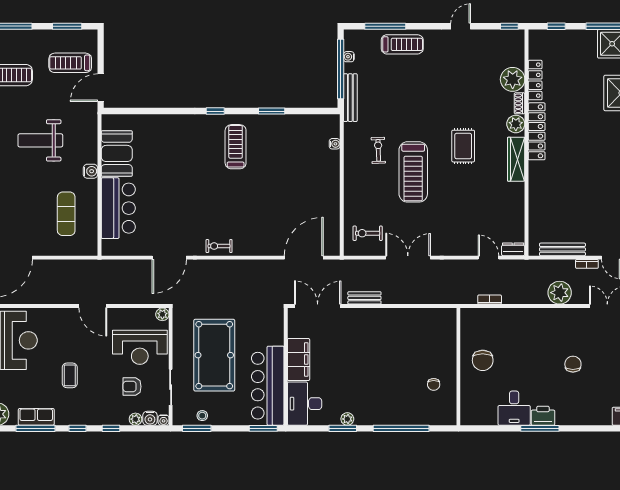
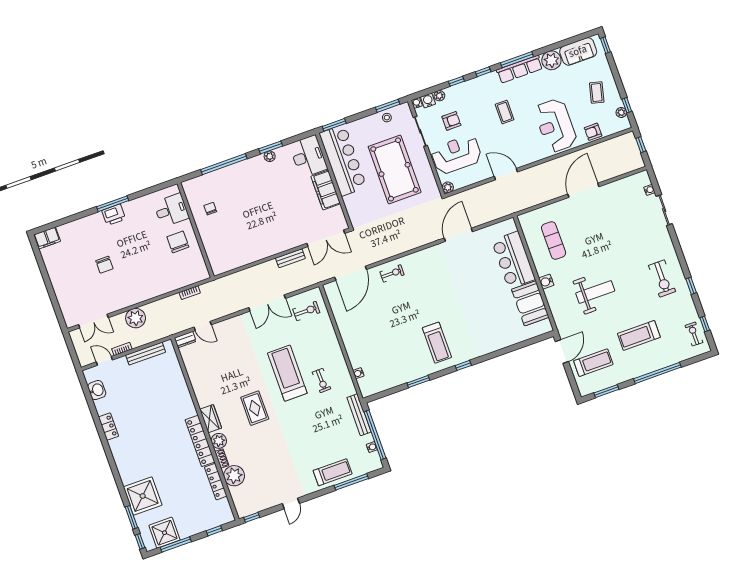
treadmill: (402, 44) -> (333, 472), turned 180
wardrobe: (516, 159) -> (211, 419), width x0.67
exercise bike: (219, 246) -> (392, 273), moved
desk: (514, 408) -> (171, 210), moved, turned 90
row of seats: (36, 417) -> (520, 69), width x1.48

